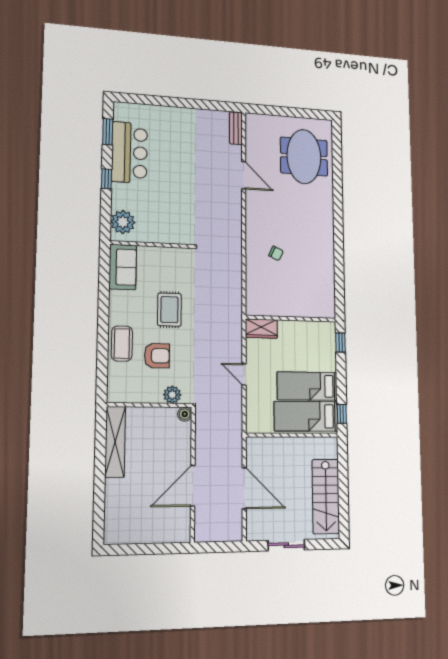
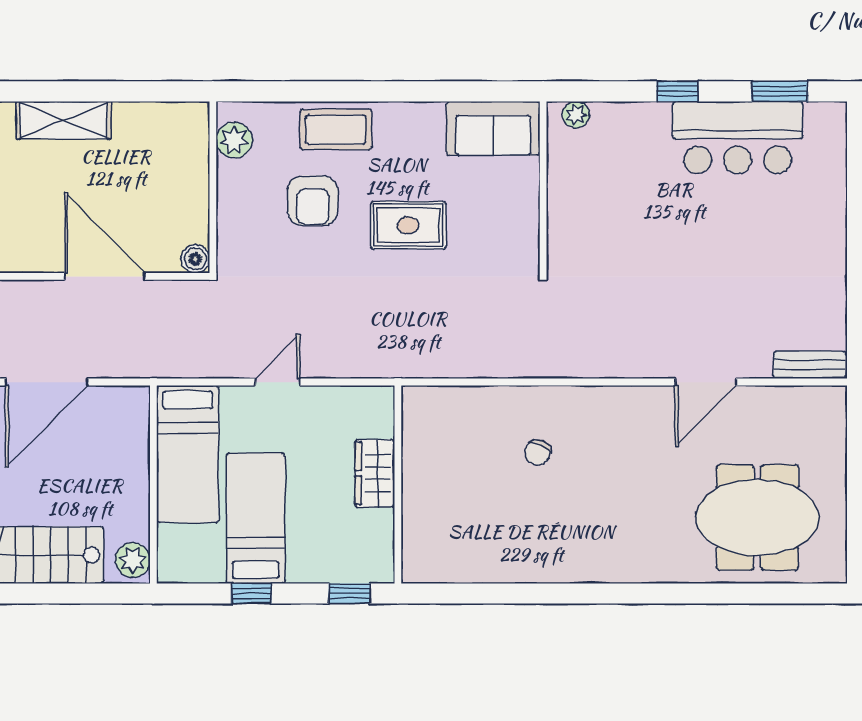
plant: (123, 222) -> (576, 115), width x0.53, depth x0.53
wardrobe: (261, 329) -> (375, 473), moved
plant: (172, 395) -> (234, 140), moved
window: (342, 414) -> (252, 593), moved
bed: (306, 416) -> (188, 454), moved, turned 180
shelving: (115, 442) -> (64, 120), moved, width x0.68
plant: (327, 445) -> (133, 560), added
door: (193, 486) -> (105, 276), moved

